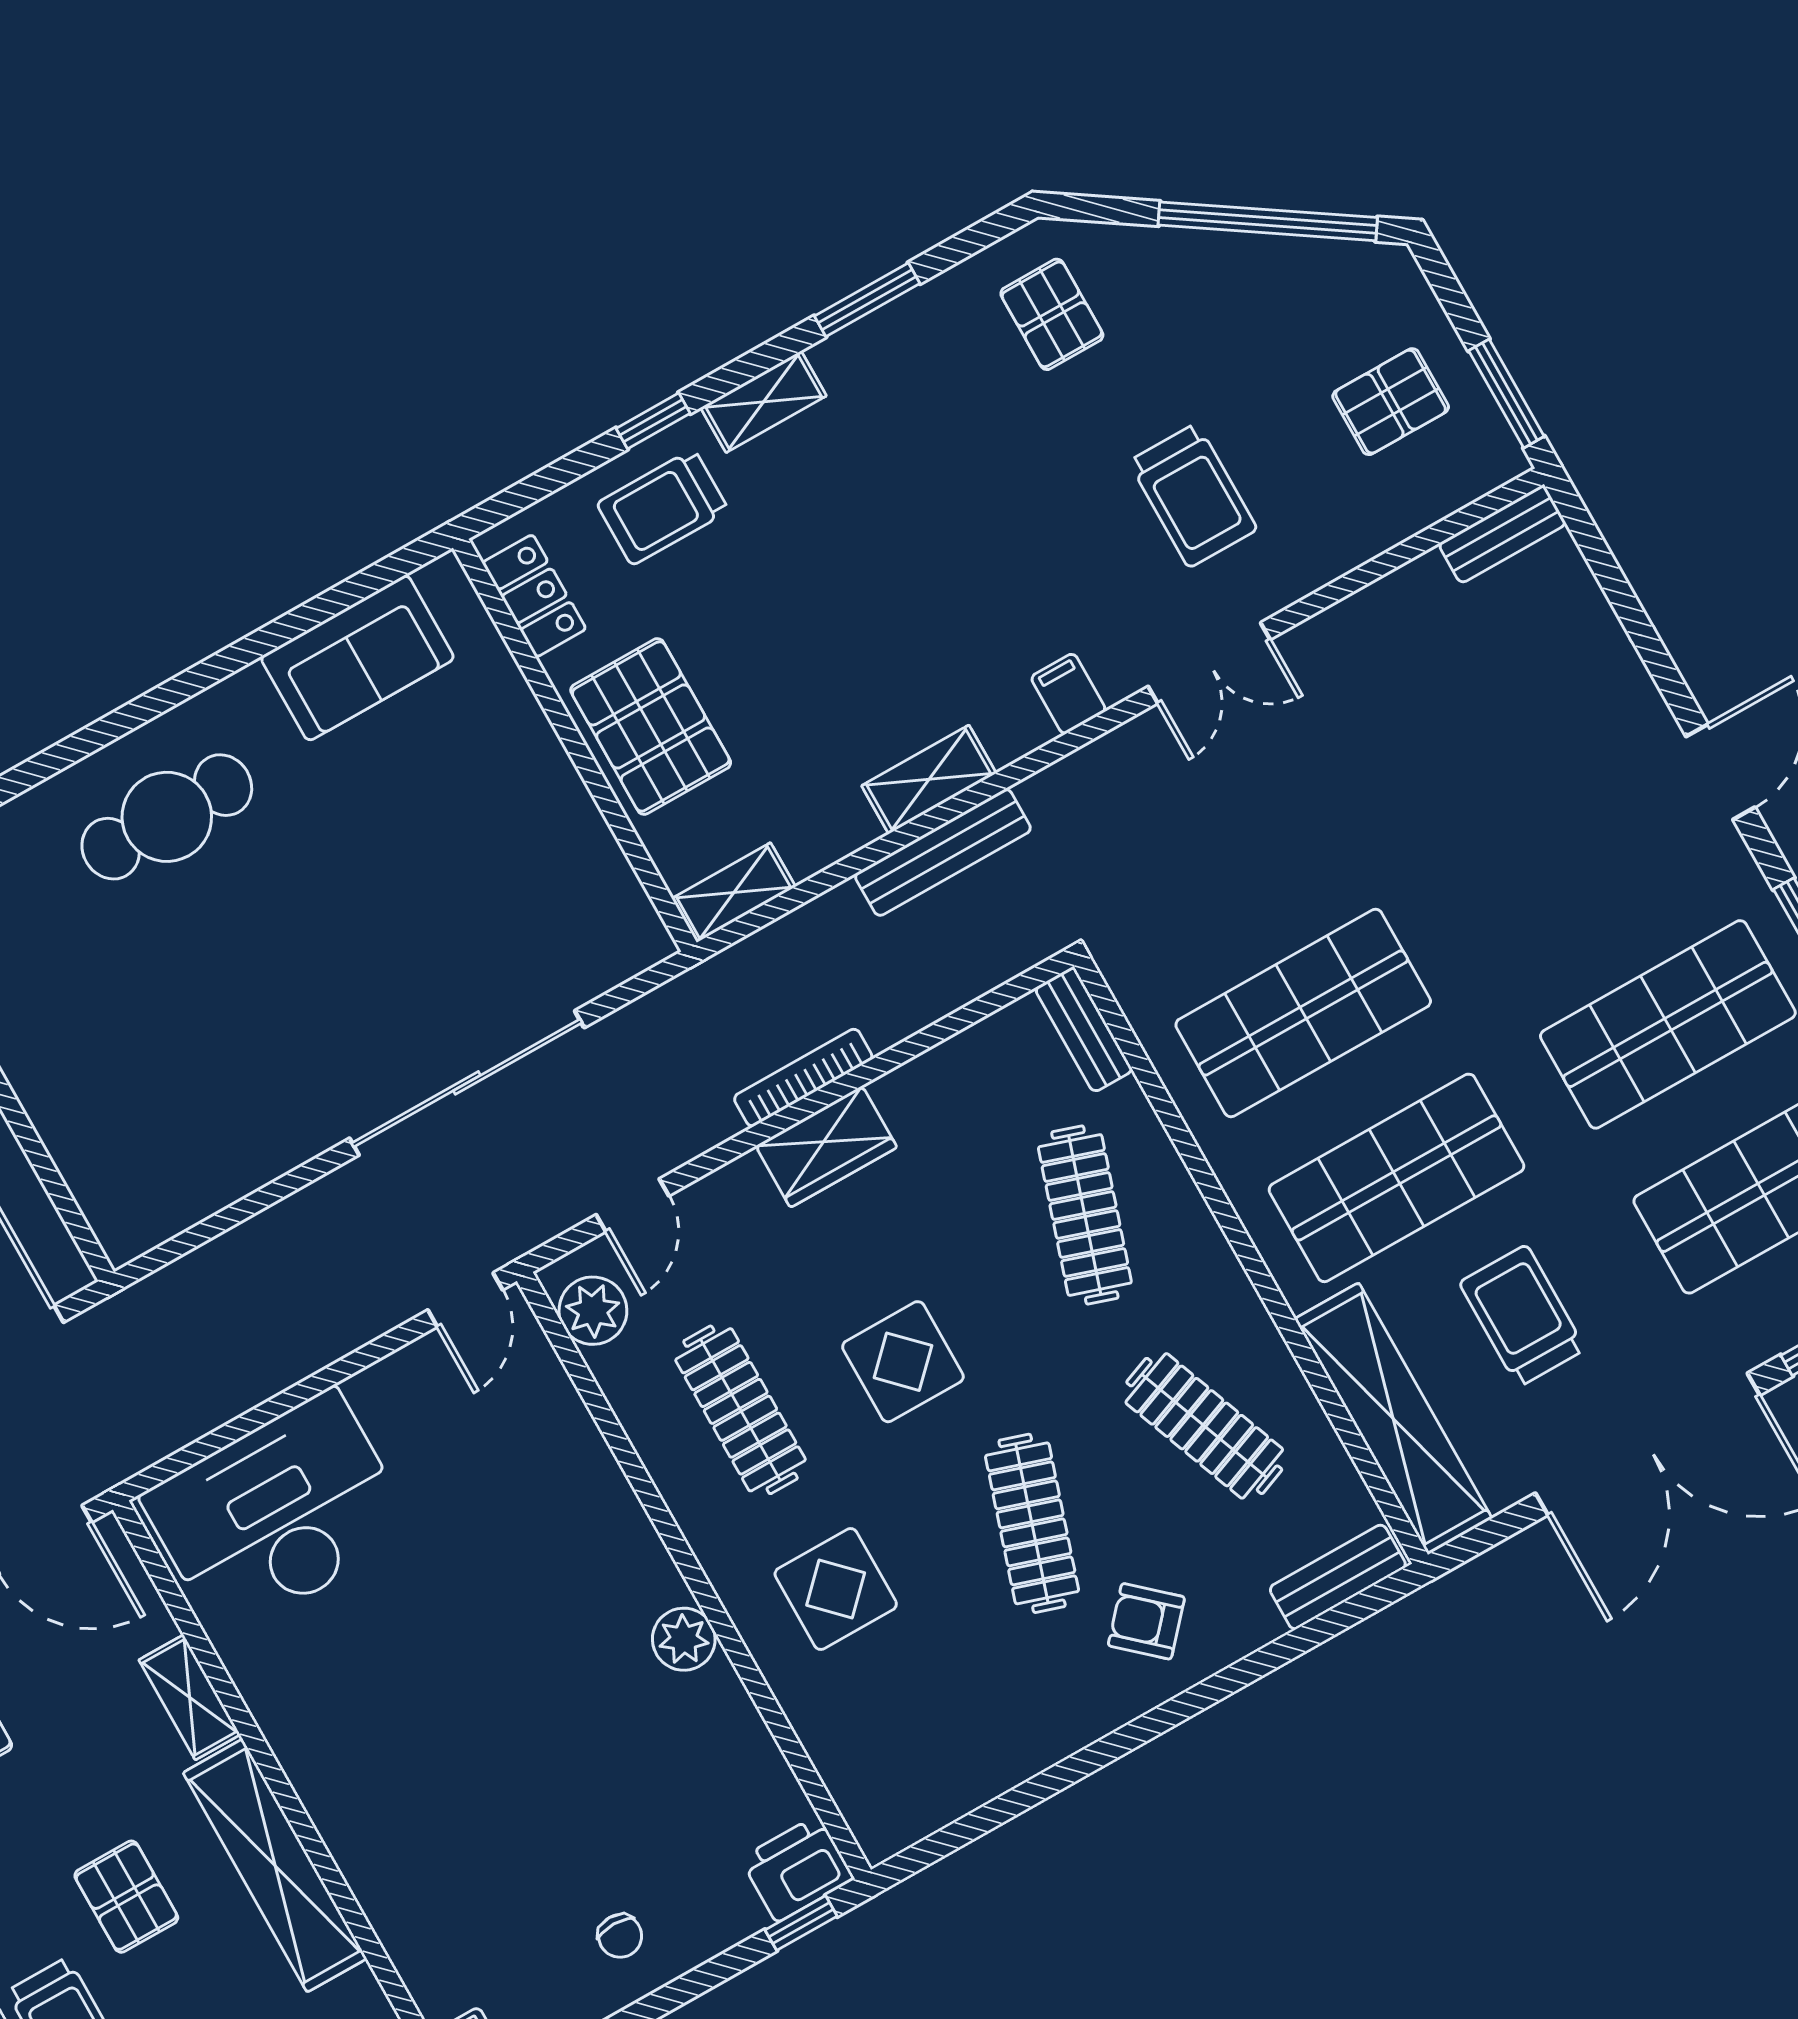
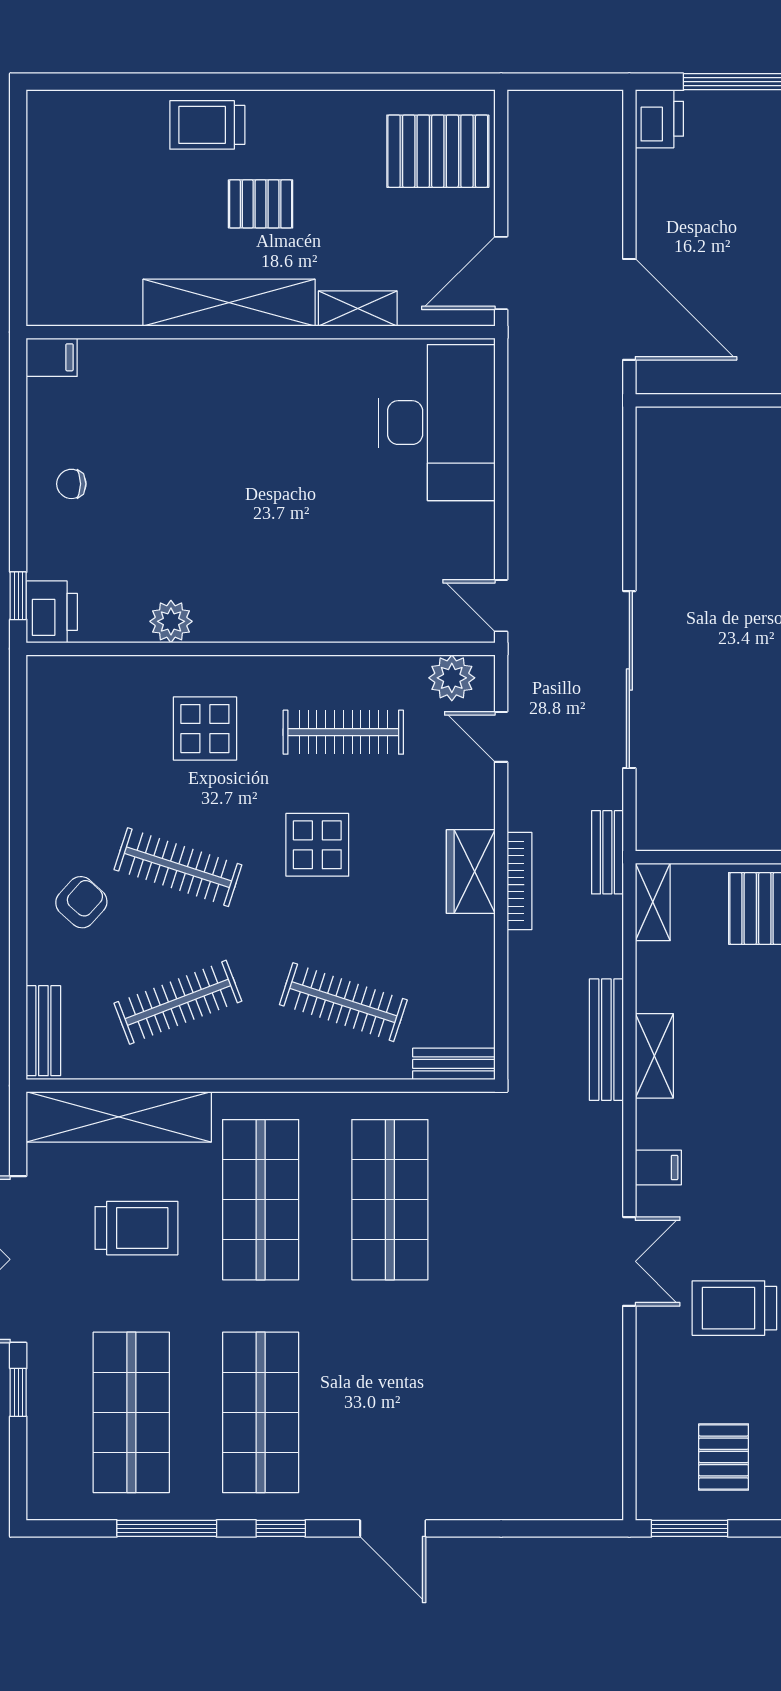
bench: (1502, 534) -> (607, 852), moved
double door: (1209, 663) -> (629, 1261), swing flipped
plant: (684, 1639) -> (171, 621), moved

